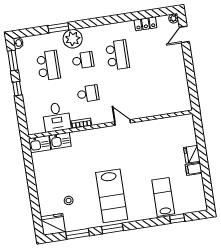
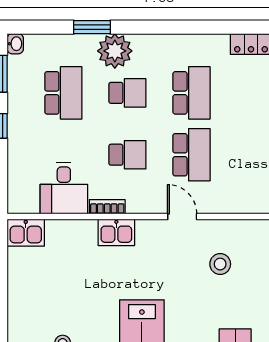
school desk: (123, 88) -> (191, 155), added
kitchen sink: (60, 141) -> (116, 232), moved
stool: (147, 145) -> (220, 264), added

